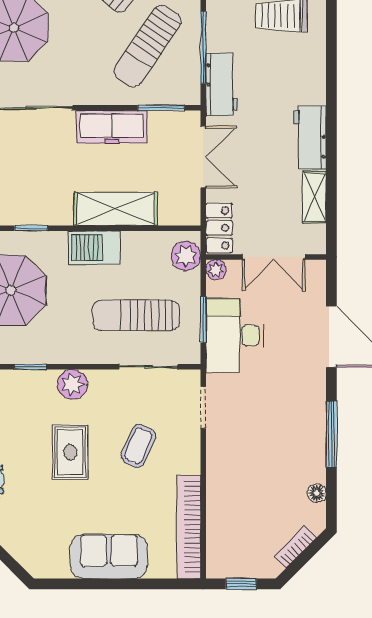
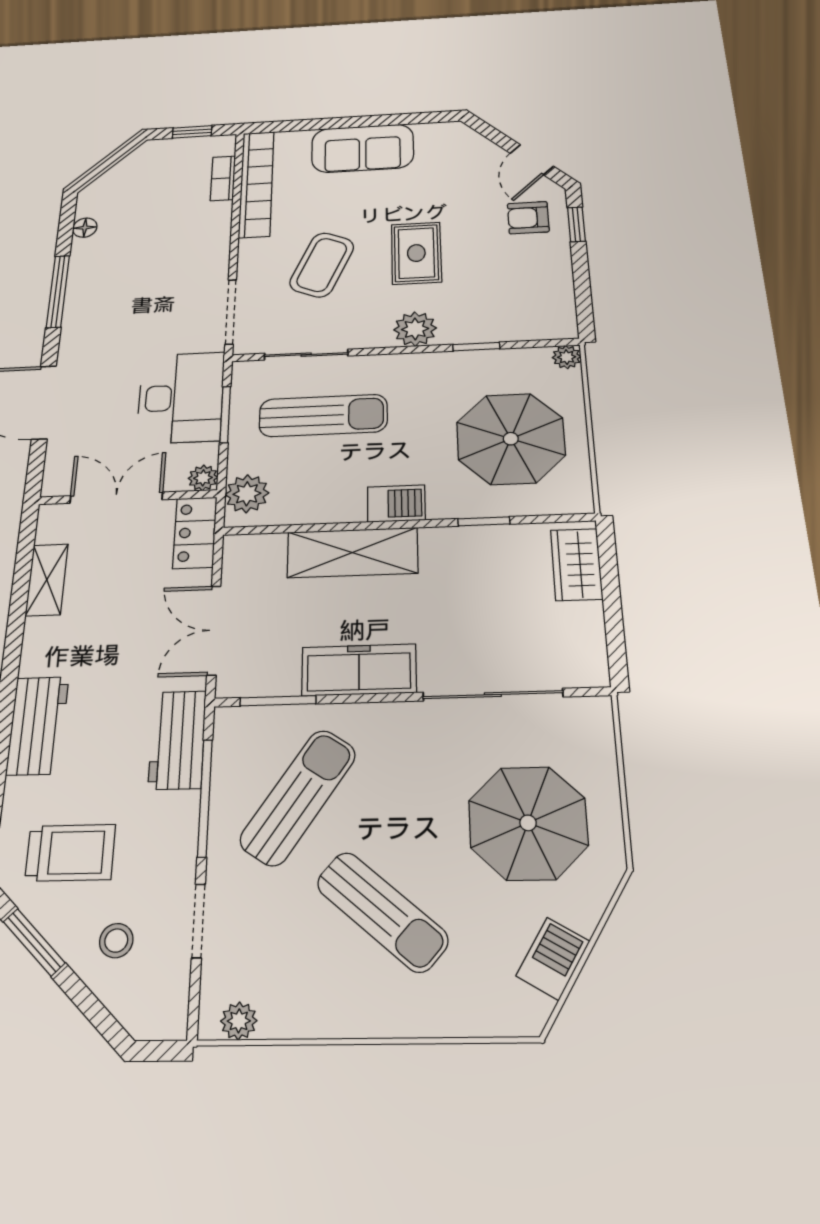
workbench: (310, 137) -> (38, 725), moved
barbecue: (94, 248) -> (396, 503), width x0.73, depth x0.79
doorway: (203, 408) -> (231, 312), width x1.38
coffee table: (138, 446) -> (322, 265), width x1.36, depth x1.30
bookcase: (295, 547) -> (223, 178), moved, turned 135

